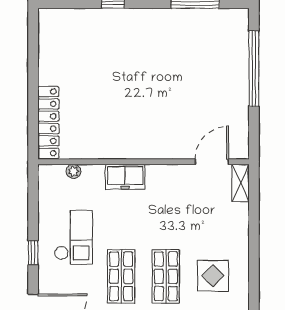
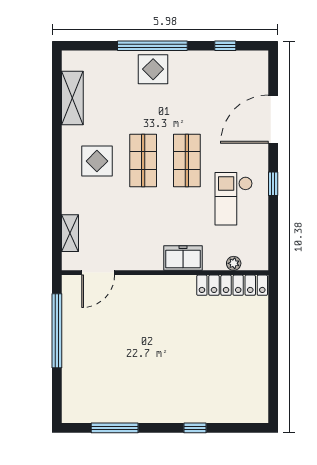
window: (254, 69) -> (57, 331), moved
locker: (48, 122) -> (232, 285), moved, turned -90
shelving: (241, 183) -> (70, 233), moved

